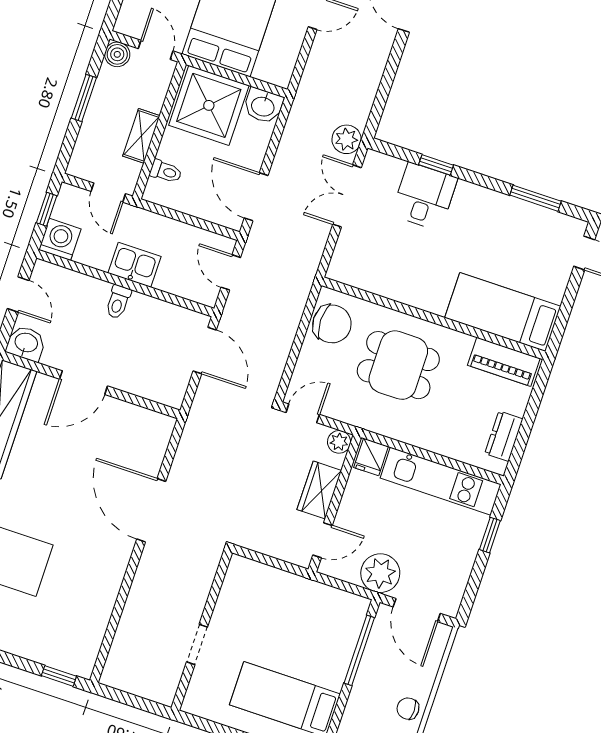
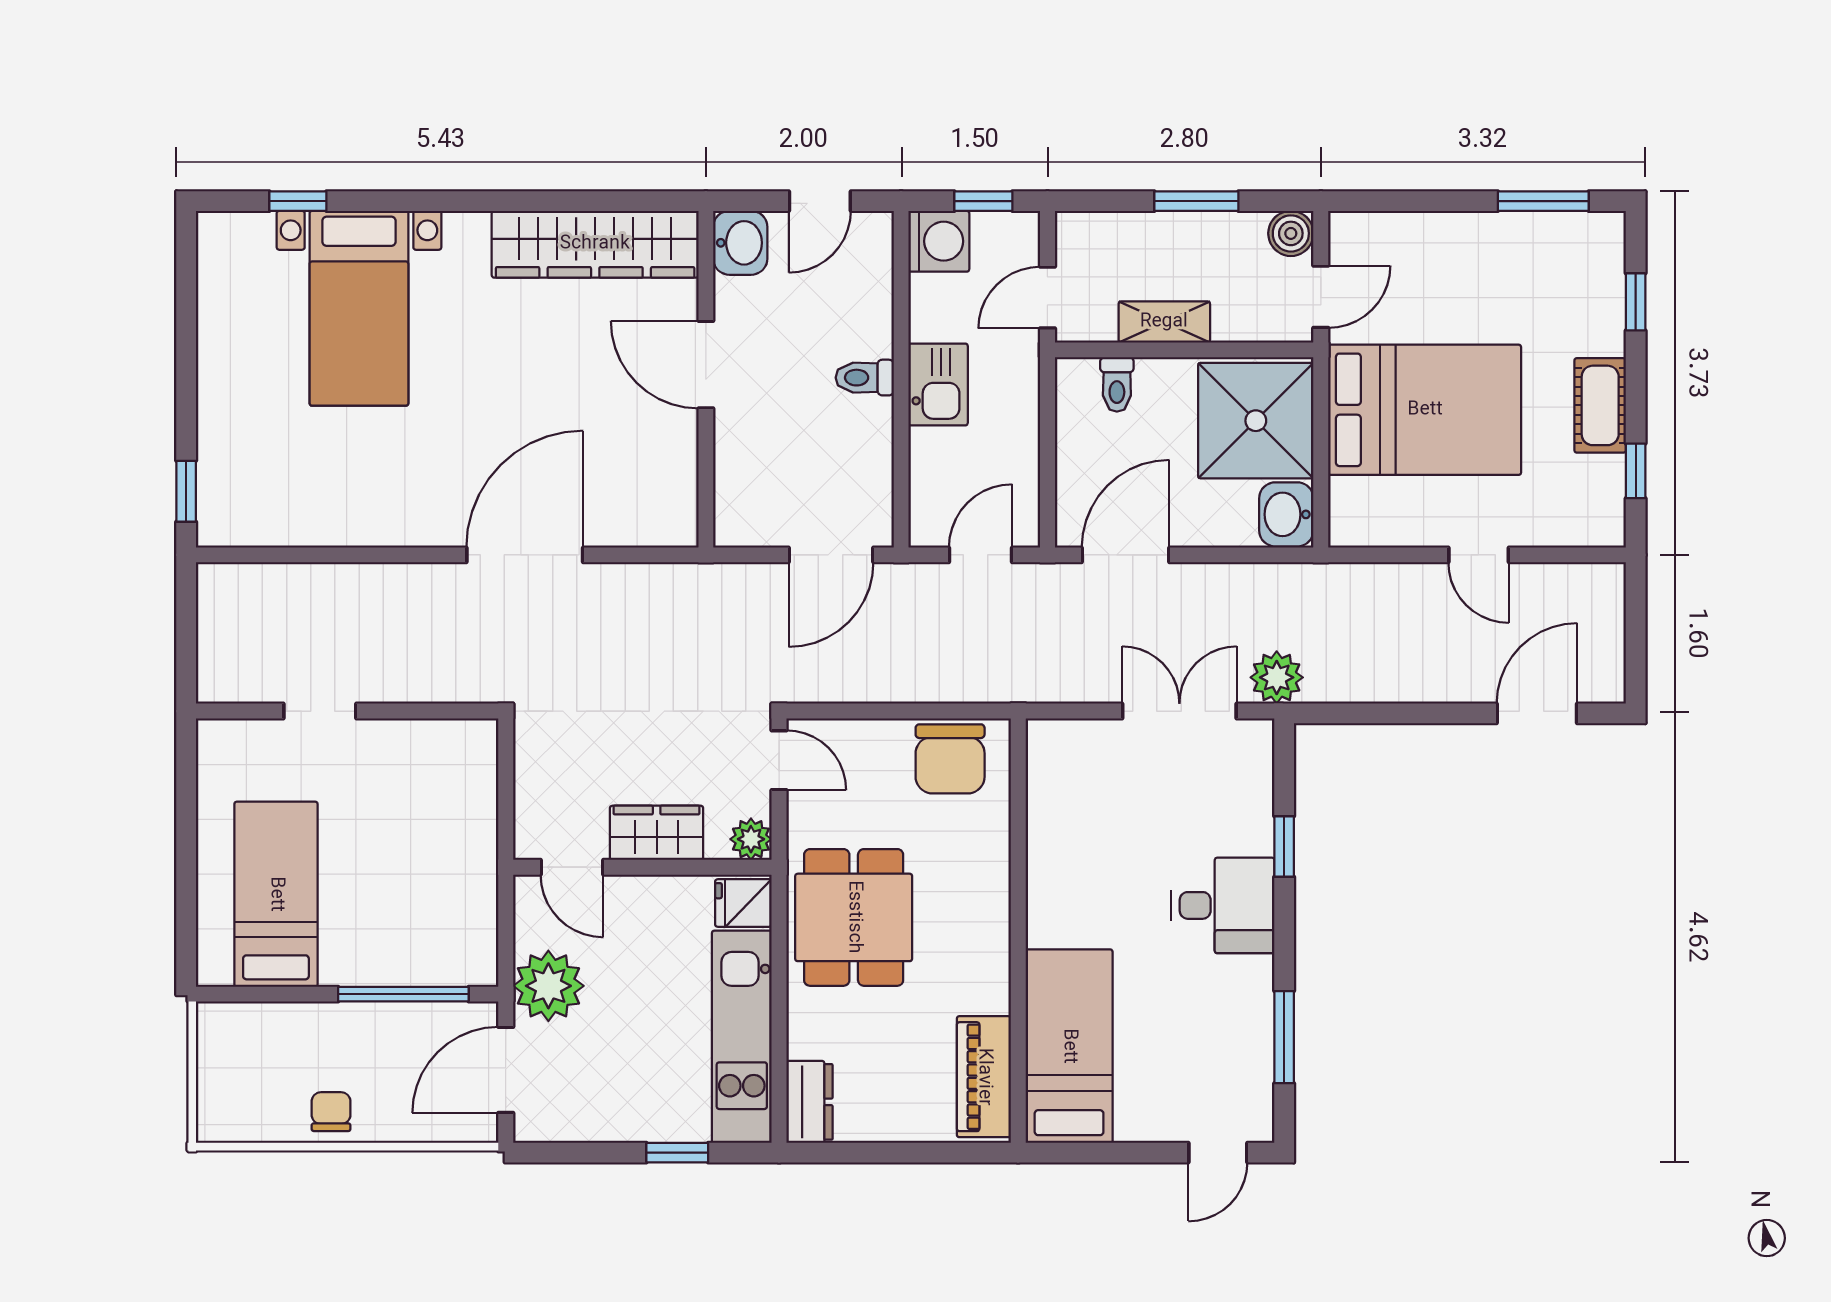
desk: (424, 197) -> (1223, 905), moved
dining table: (398, 365) -> (854, 917), moved
dresser: (504, 436) -> (809, 1102), moved, turned 90

